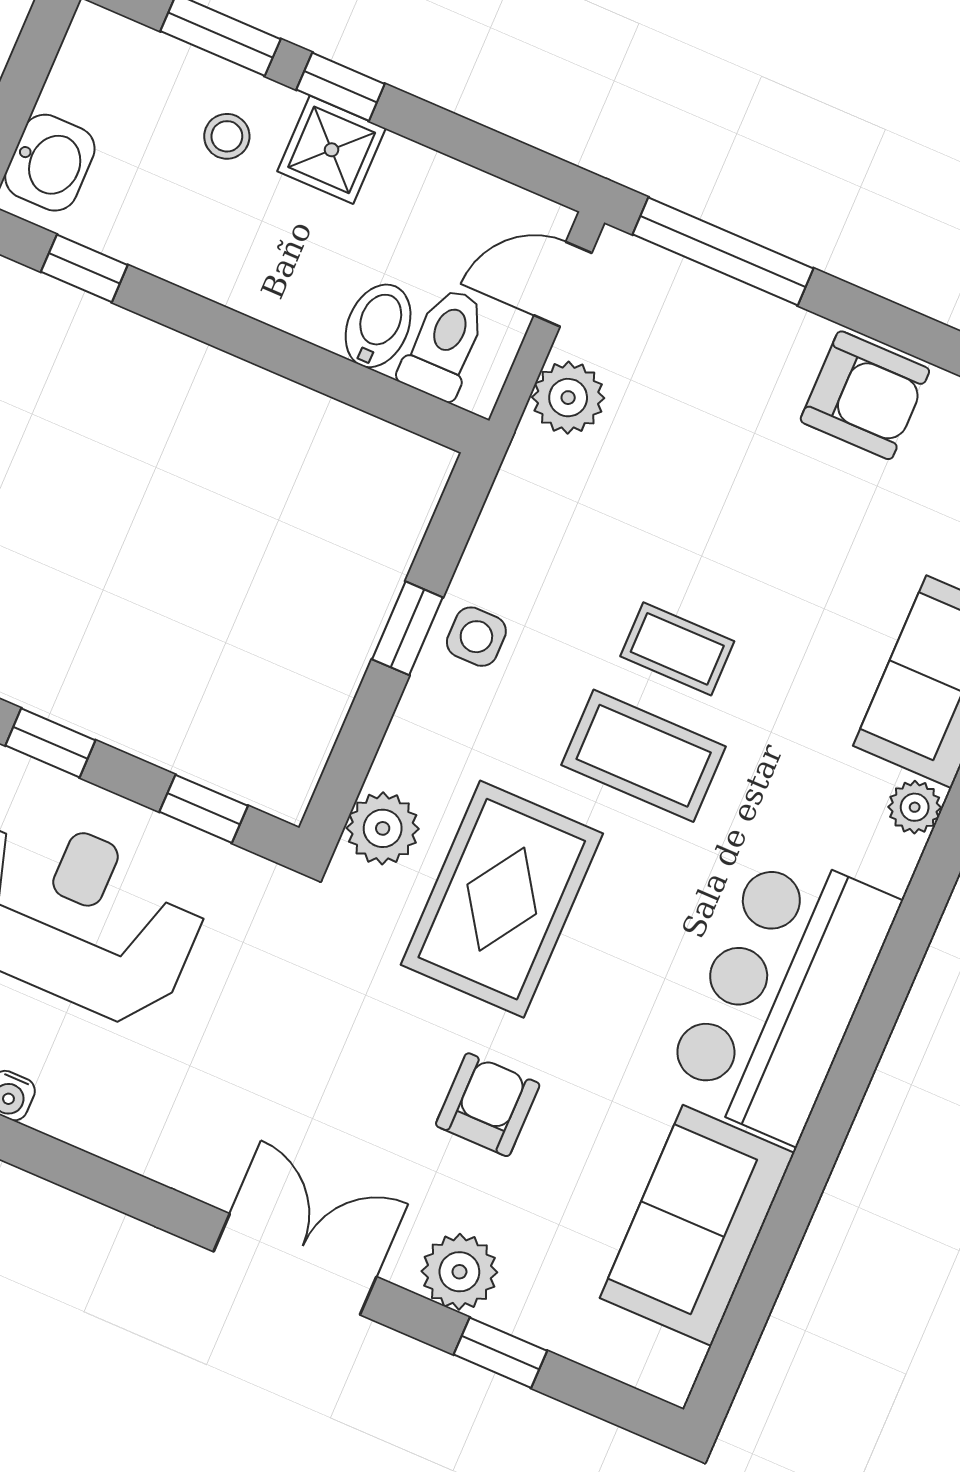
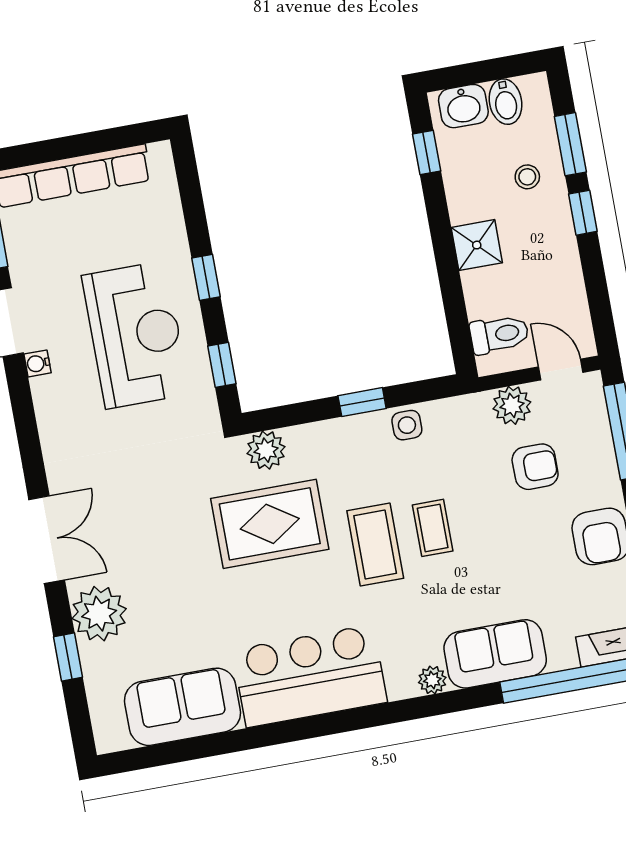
shower: (332, 150) -> (477, 245), moved
bidet: (378, 326) -> (506, 102), moved, turned 90
side table: (476, 637) -> (407, 425), moved
armchair: (488, 1105) -> (535, 467), moved
plant: (459, 1272) -> (99, 614), width x1.36, depth x1.36

